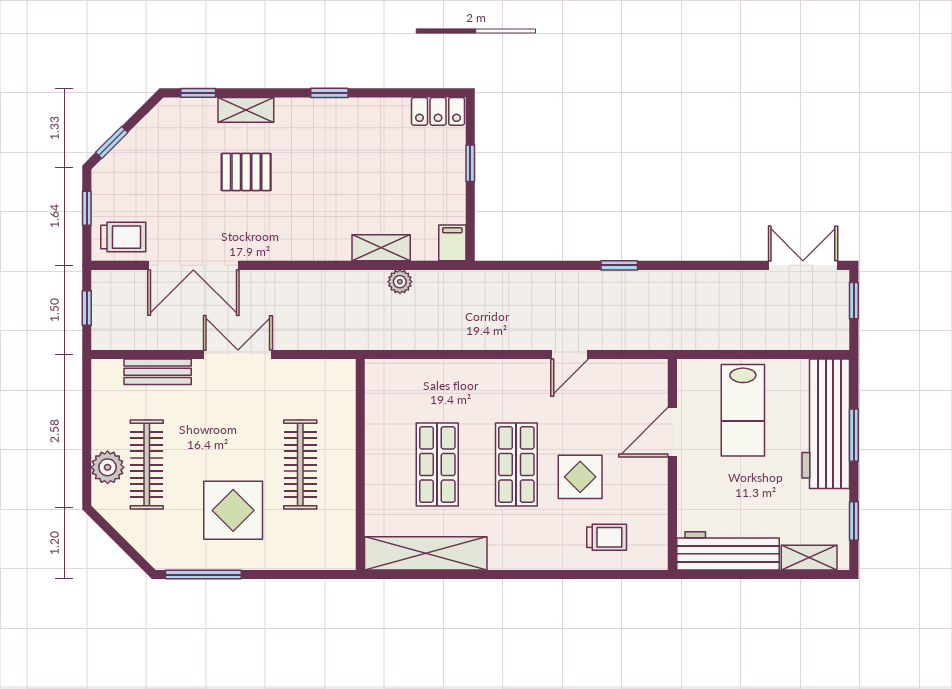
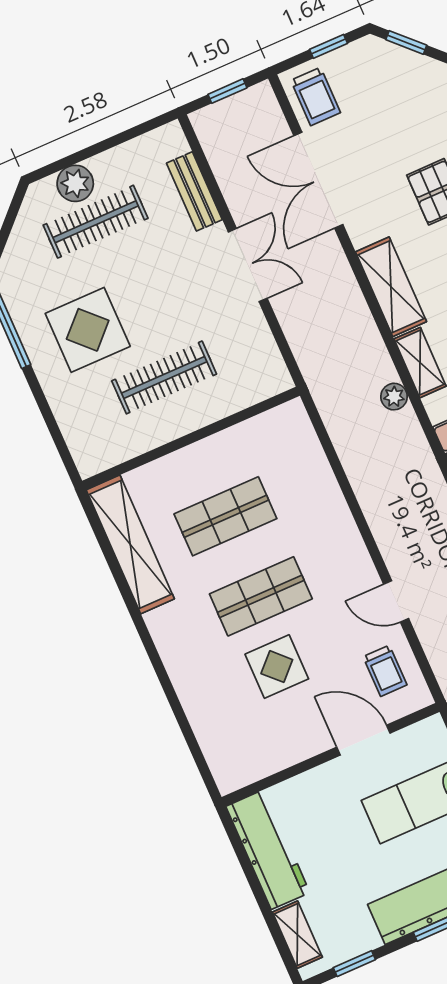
shelving: (308, 244) -> (391, 287), added
trolley: (607, 537) -> (385, 671), moved

